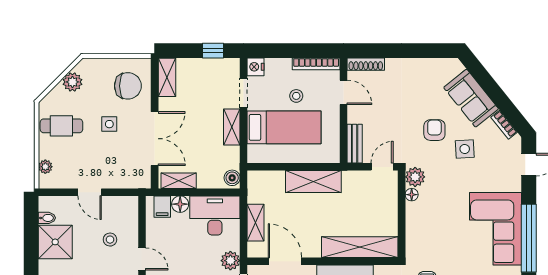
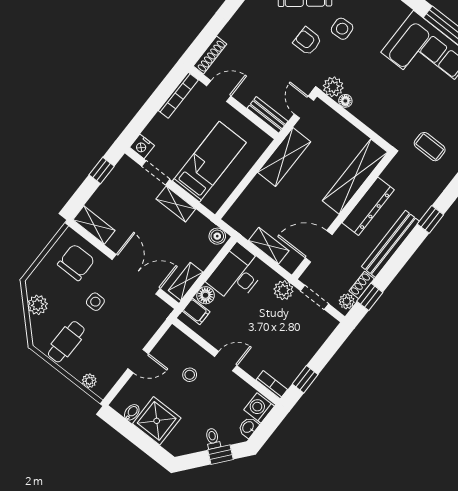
stool: (296, 96) -> (192, 132), removed
shelving: (313, 181) -> (284, 157), moved

